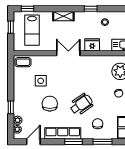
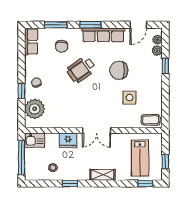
lab bench: (32, 30) -> (140, 158), turned 180
chair: (50, 104) -> (119, 70), turned 90

